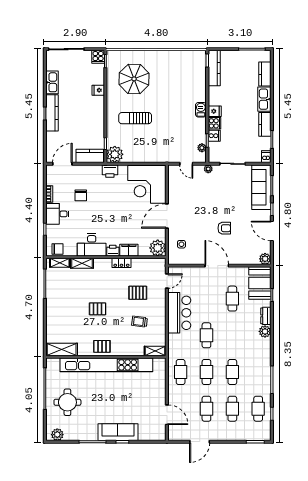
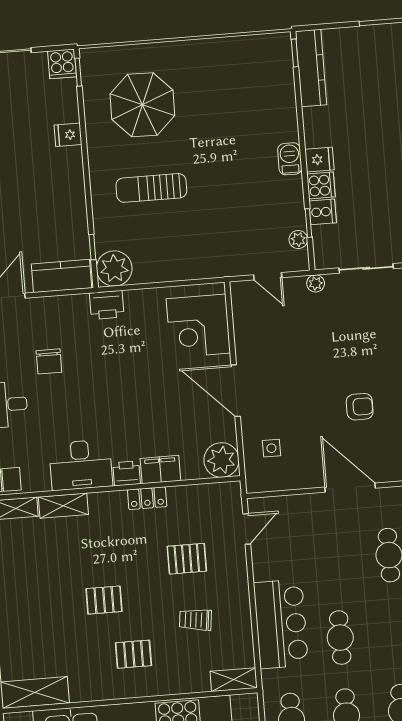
corner desk: (147, 184) -> (198, 326), width x0.74, depth x0.74
door: (167, 216) -> (236, 391), hinge flipped
bar counter: (179, 313) -> (281, 624), moved
pallet: (102, 346) -> (133, 654), moved

